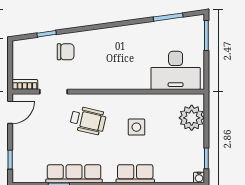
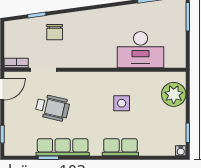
chair: (66, 52) -> (55, 32), turned 90
desk: (176, 70) -> (140, 50), moved
wheelchair: (88, 120) -> (52, 108), moved

